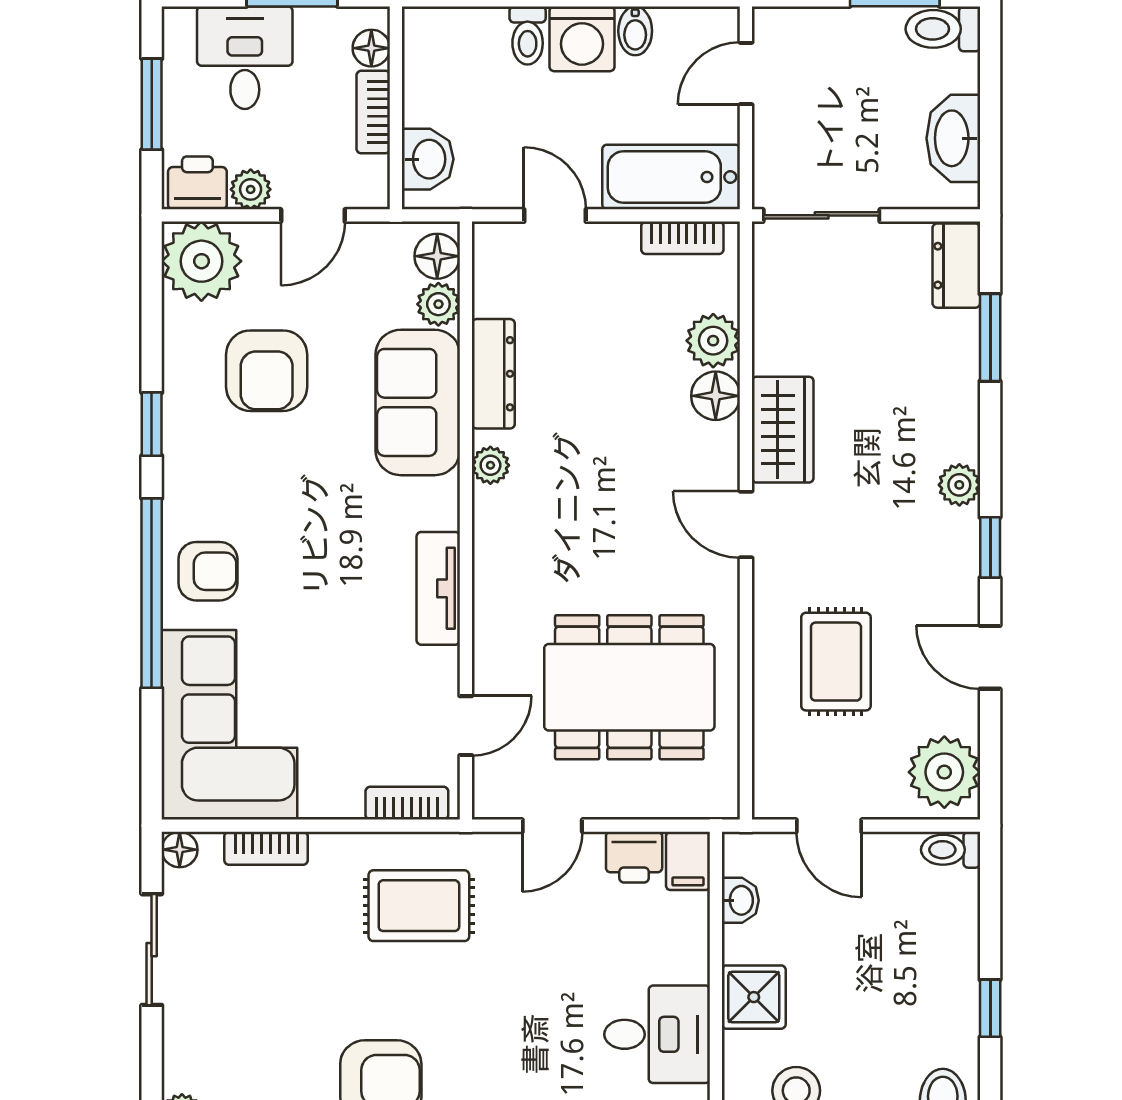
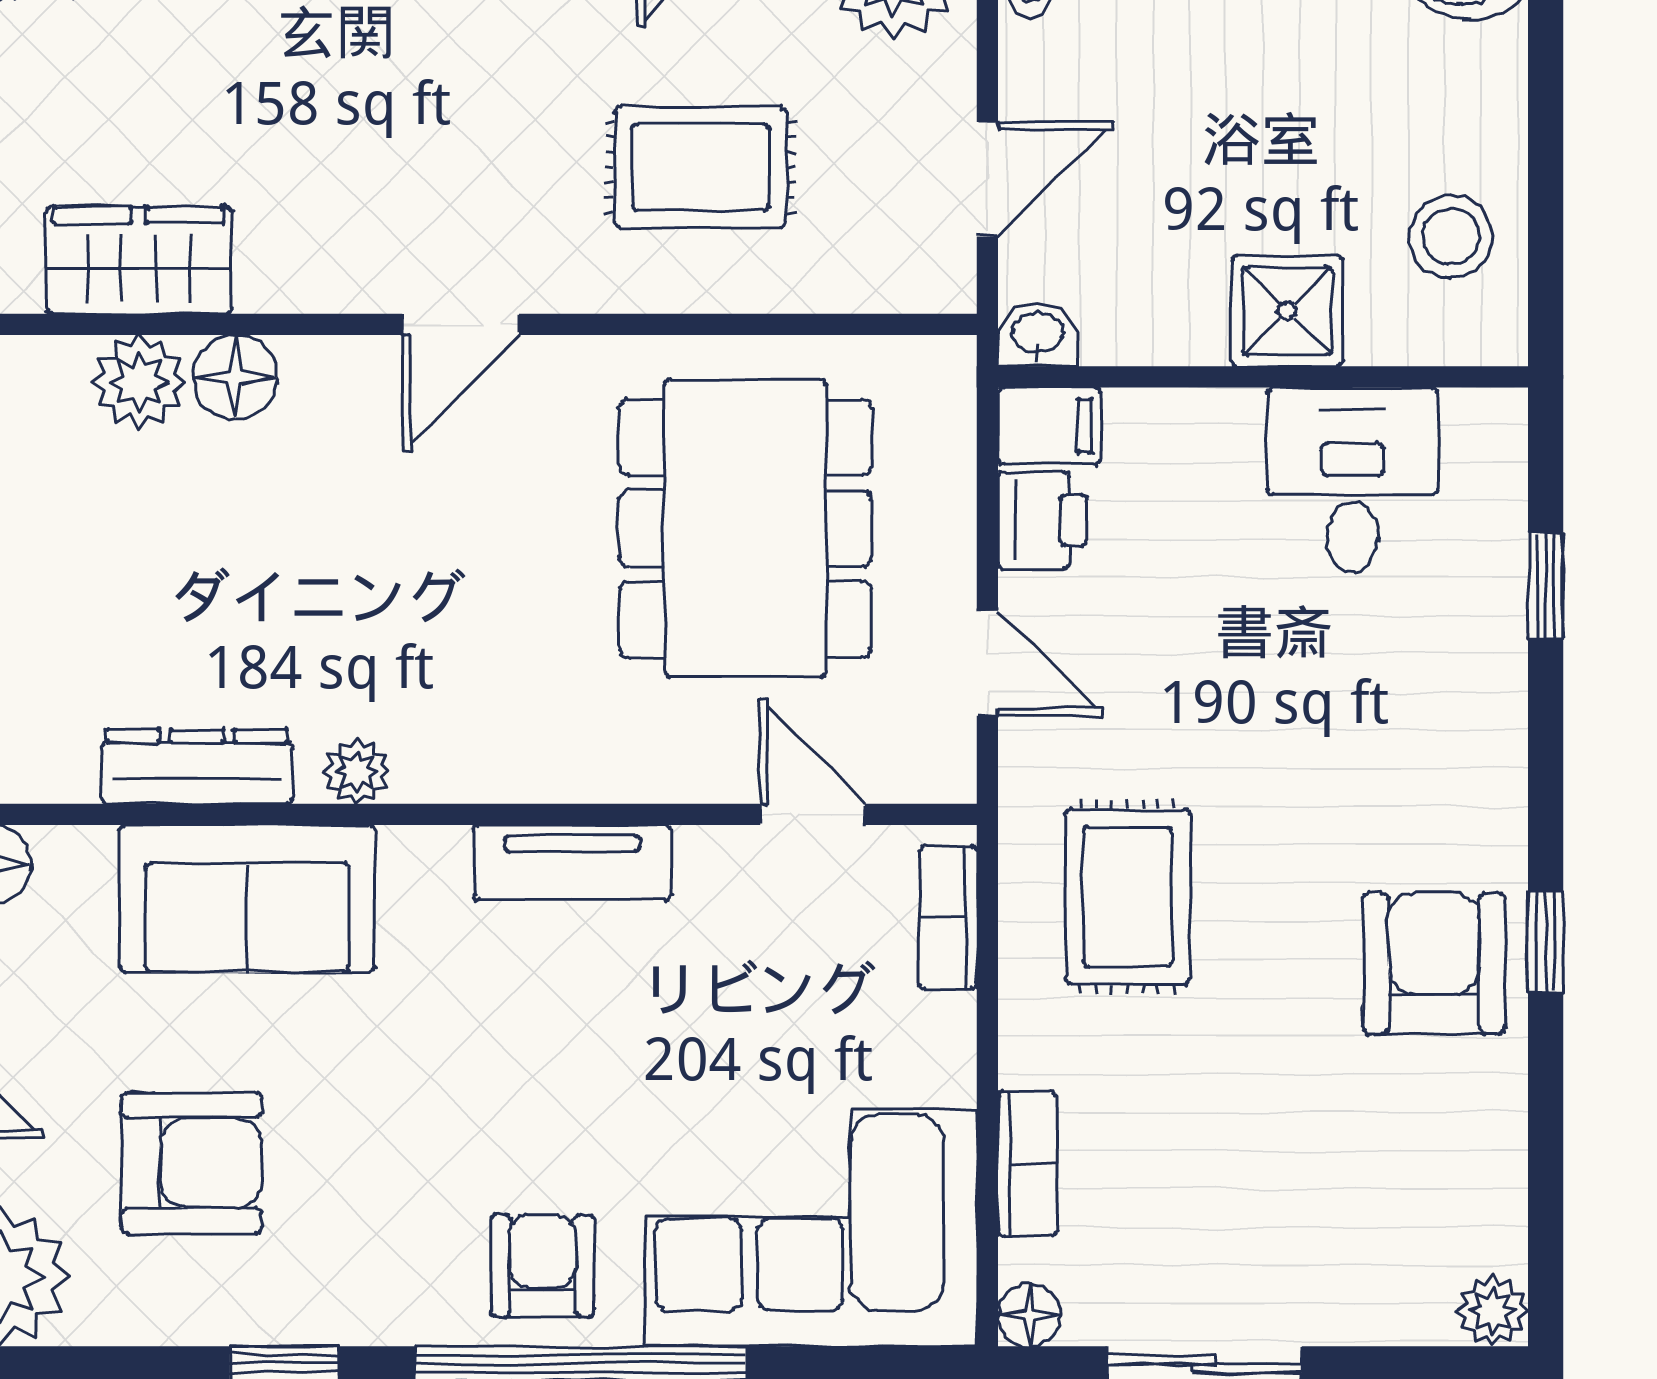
plant: (438, 304) -> (75, 862), removed
wardrobe: (783, 430) -> (139, 260), moved
washbasin: (740, 900) -> (1038, 334), moved

